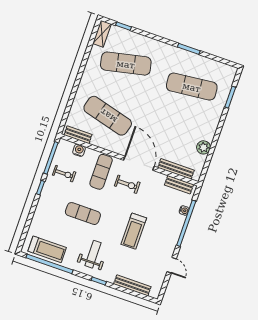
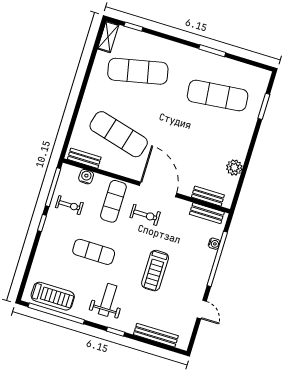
bench: (176, 169) -> (208, 196), width x0.73

